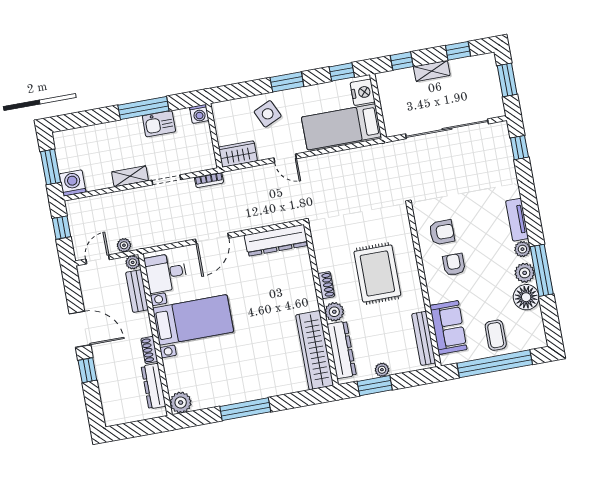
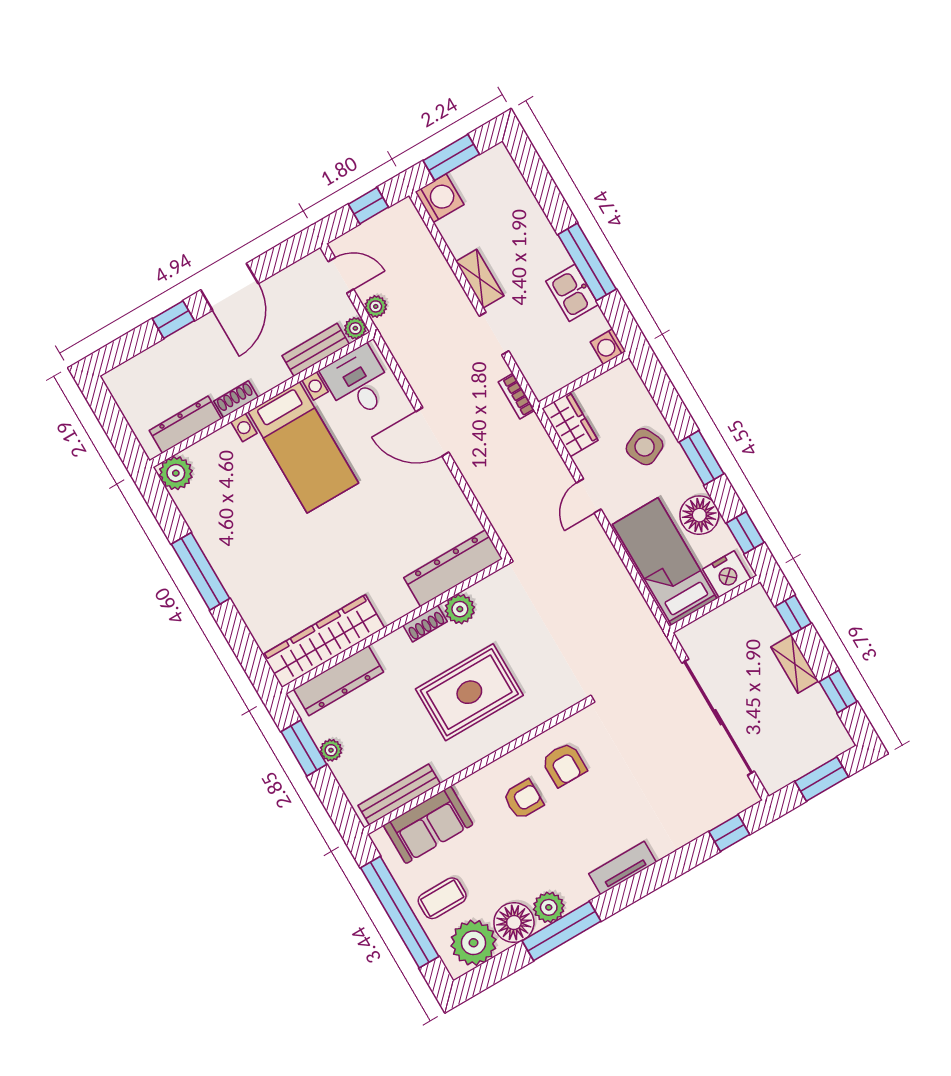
floor lamp: (321, 96) -> (699, 515), added
dresser: (276, 240) -> (453, 568), moved, turned 90
plant: (522, 249) -> (473, 943), moved, width x1.88, depth x1.88
plant: (334, 312) -> (460, 609), moved

